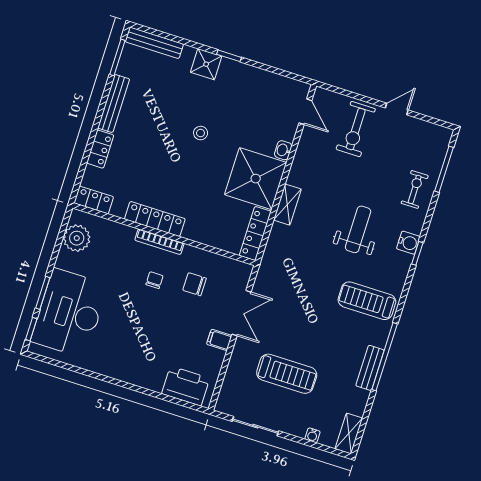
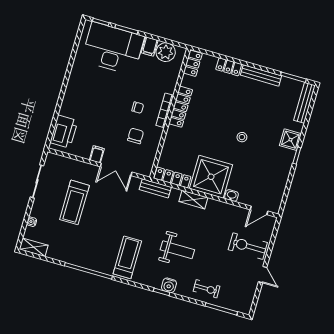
filing cabinet: (68, 261) -> (150, 46), added
bench: (370, 368) -> (155, 188), moved

